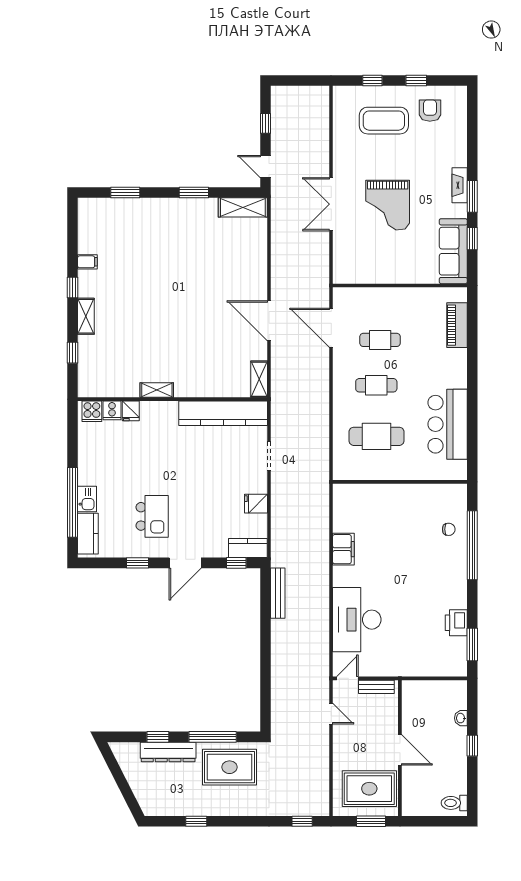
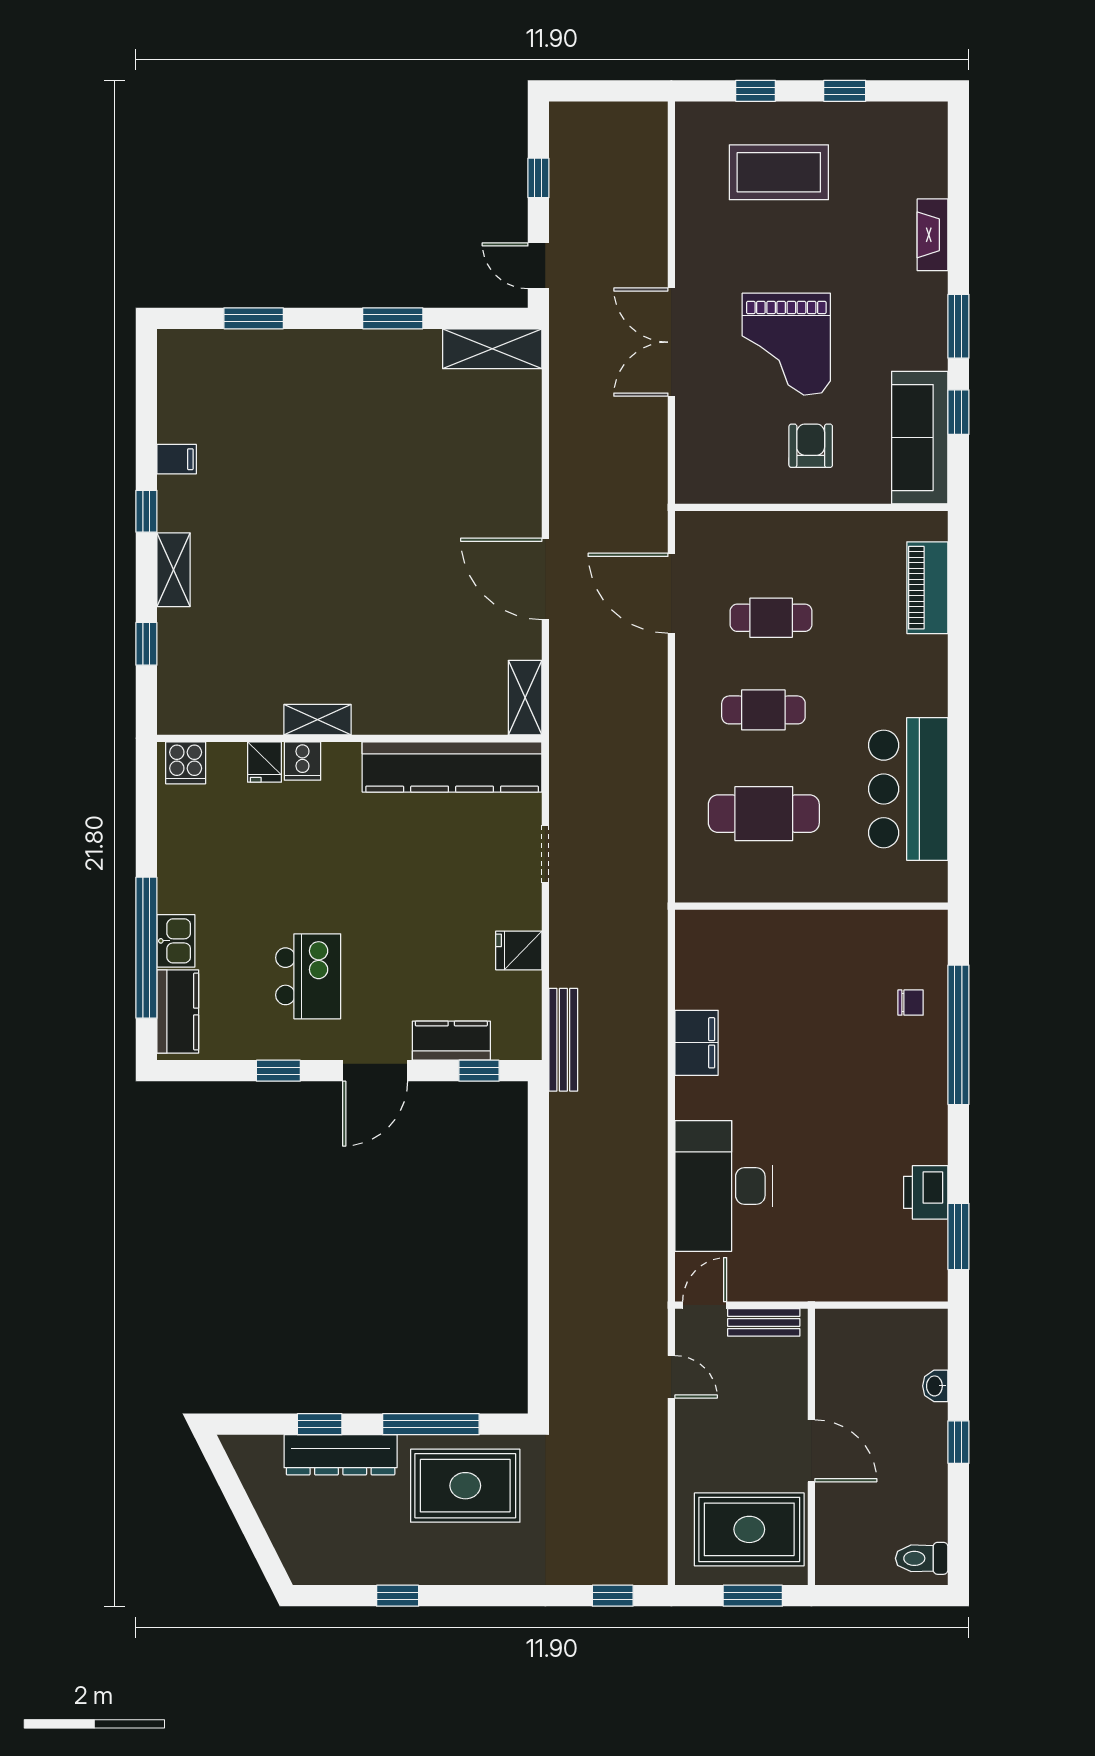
armchair: (430, 111) -> (811, 446), moved
fireplace: (460, 185) -> (933, 235), moved
cooker: (112, 410) -> (302, 761), moved
kitchen counter: (248, 548) -> (451, 1041), moved
bench: (278, 593) -> (563, 1040), moved

